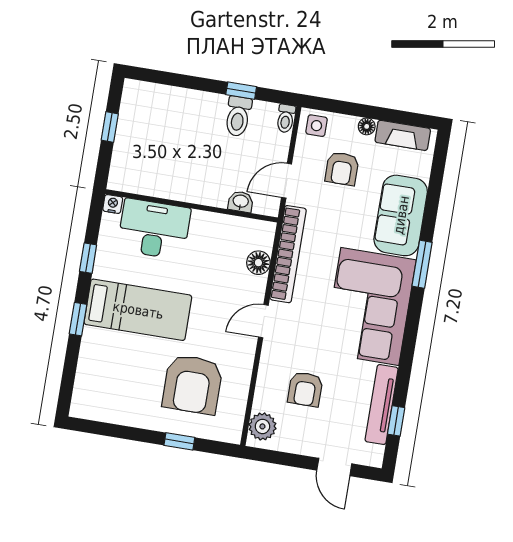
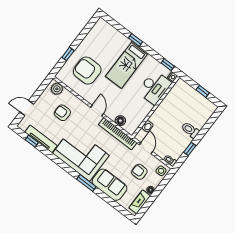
toilet: (238, 116) -> (190, 130), moved
window: (88, 258) -> (168, 65), moved

